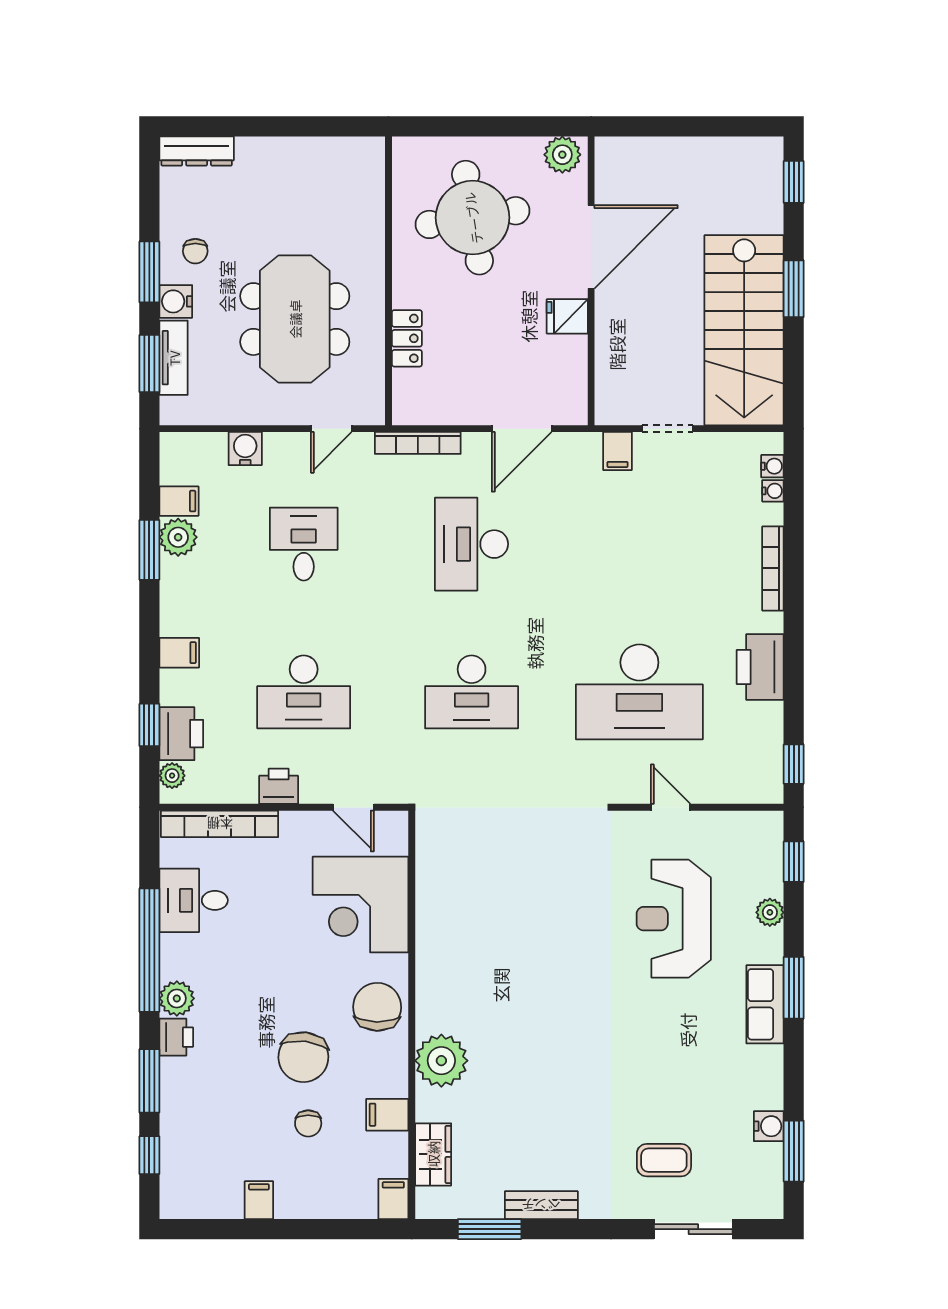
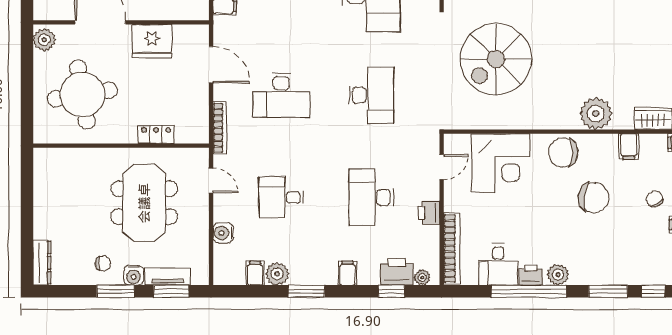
fridge: (567, 316) -> (152, 41), width x1.88, depth x1.34
meeting table: (295, 319) -> (144, 203), turned 90
window: (149, 550) -> (306, 291), moved
desk: (304, 692) -> (371, 197), turned 180
spiral stairs: (531, 896) -> (496, 59), added
printer: (176, 1037) -> (531, 275), moved
chair: (308, 1123) -> (655, 199), moved, turned -113

